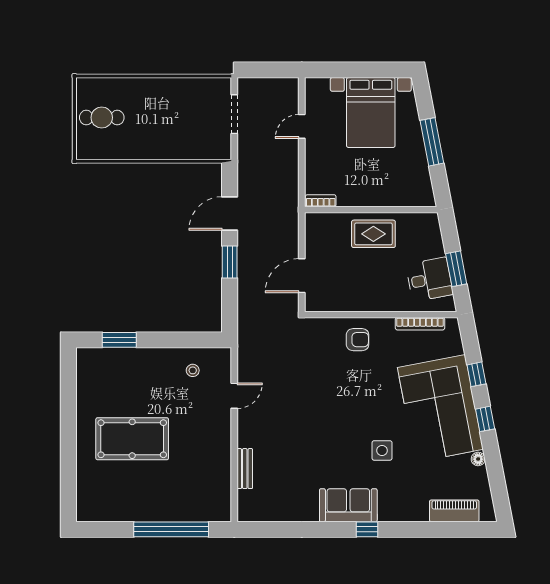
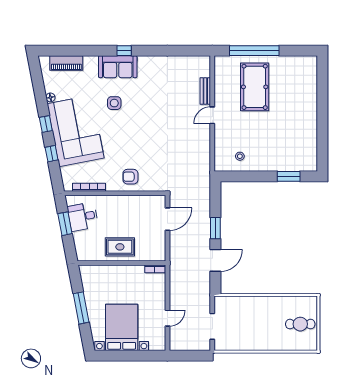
door: (234, 396) -> (212, 115), moved
pool table: (132, 439) -> (255, 87), moved, turned 90
sofa: (348, 505) -> (118, 67), moved

